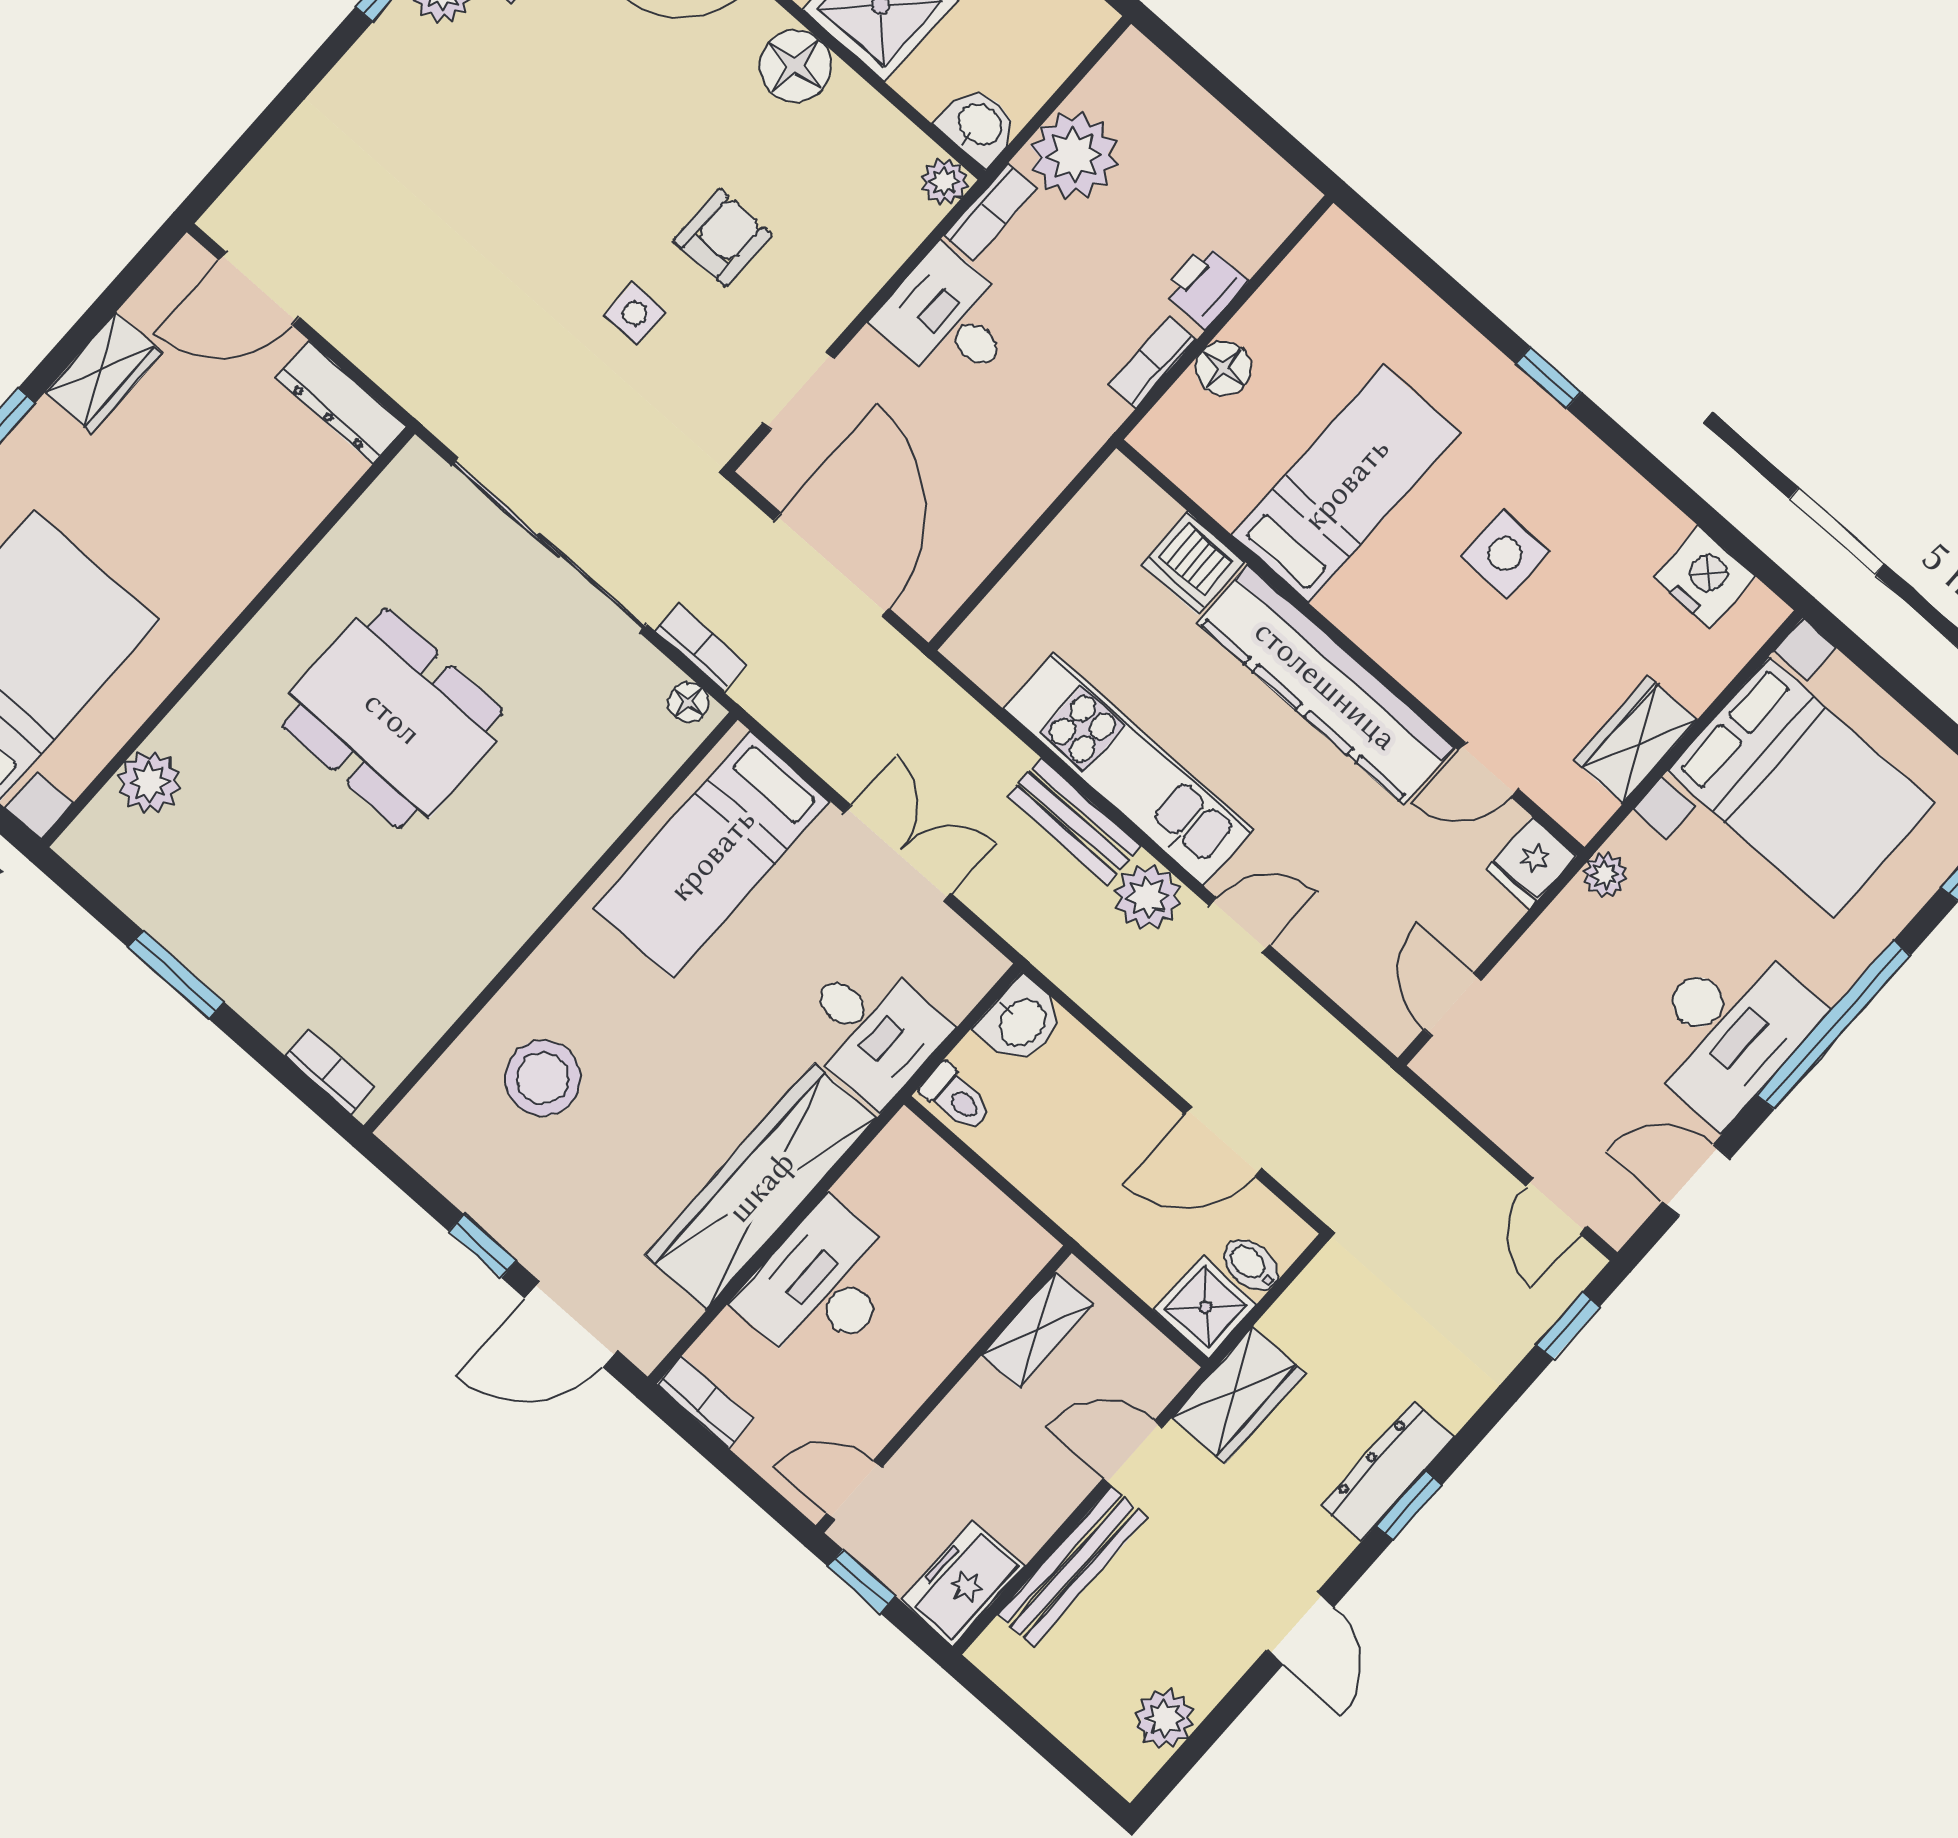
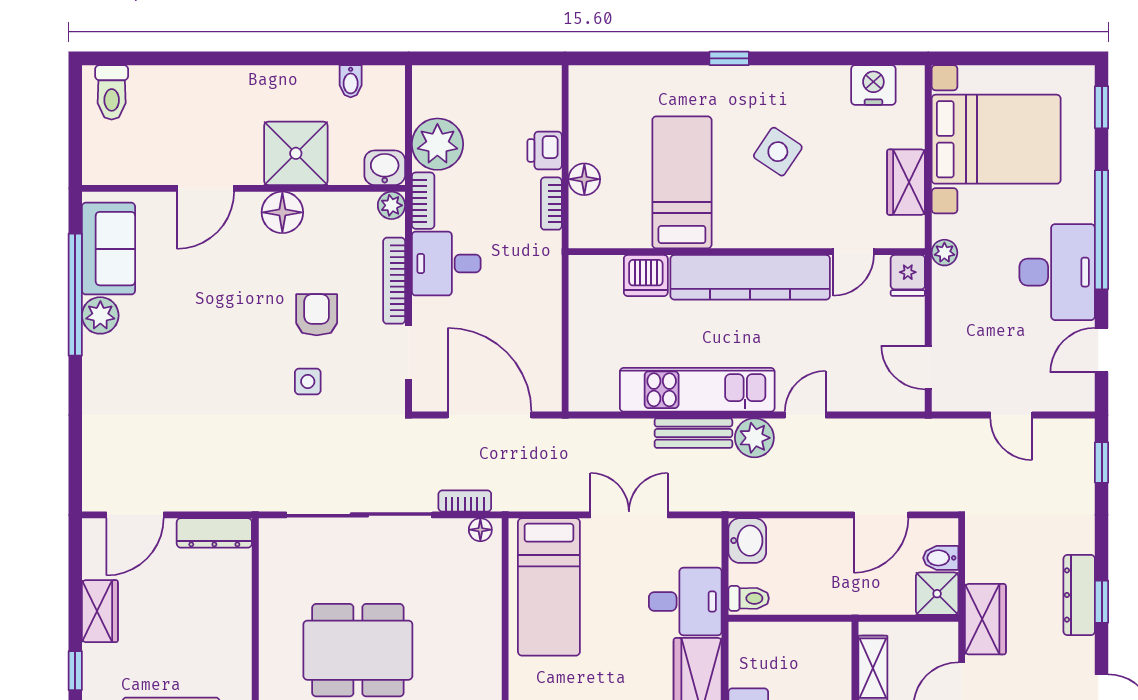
bookcase: (862, 282) -> (394, 281), added
side table: (1505, 554) -> (778, 152), turned 34
door: (1556, 1206) -> (1011, 415), moved

